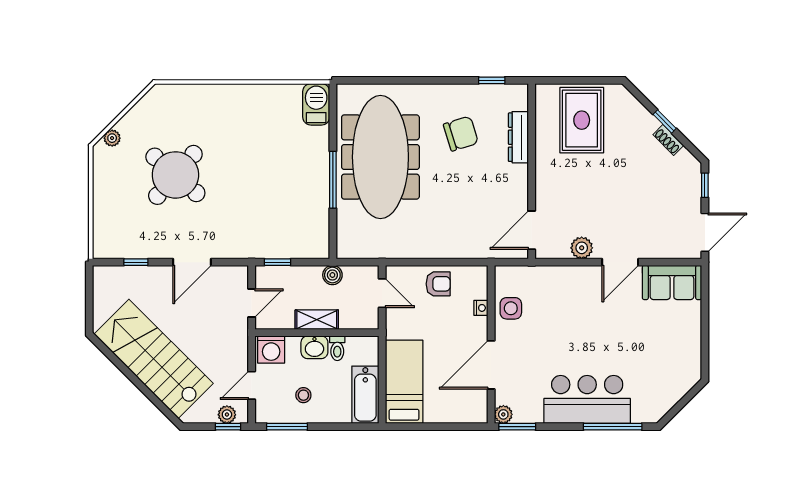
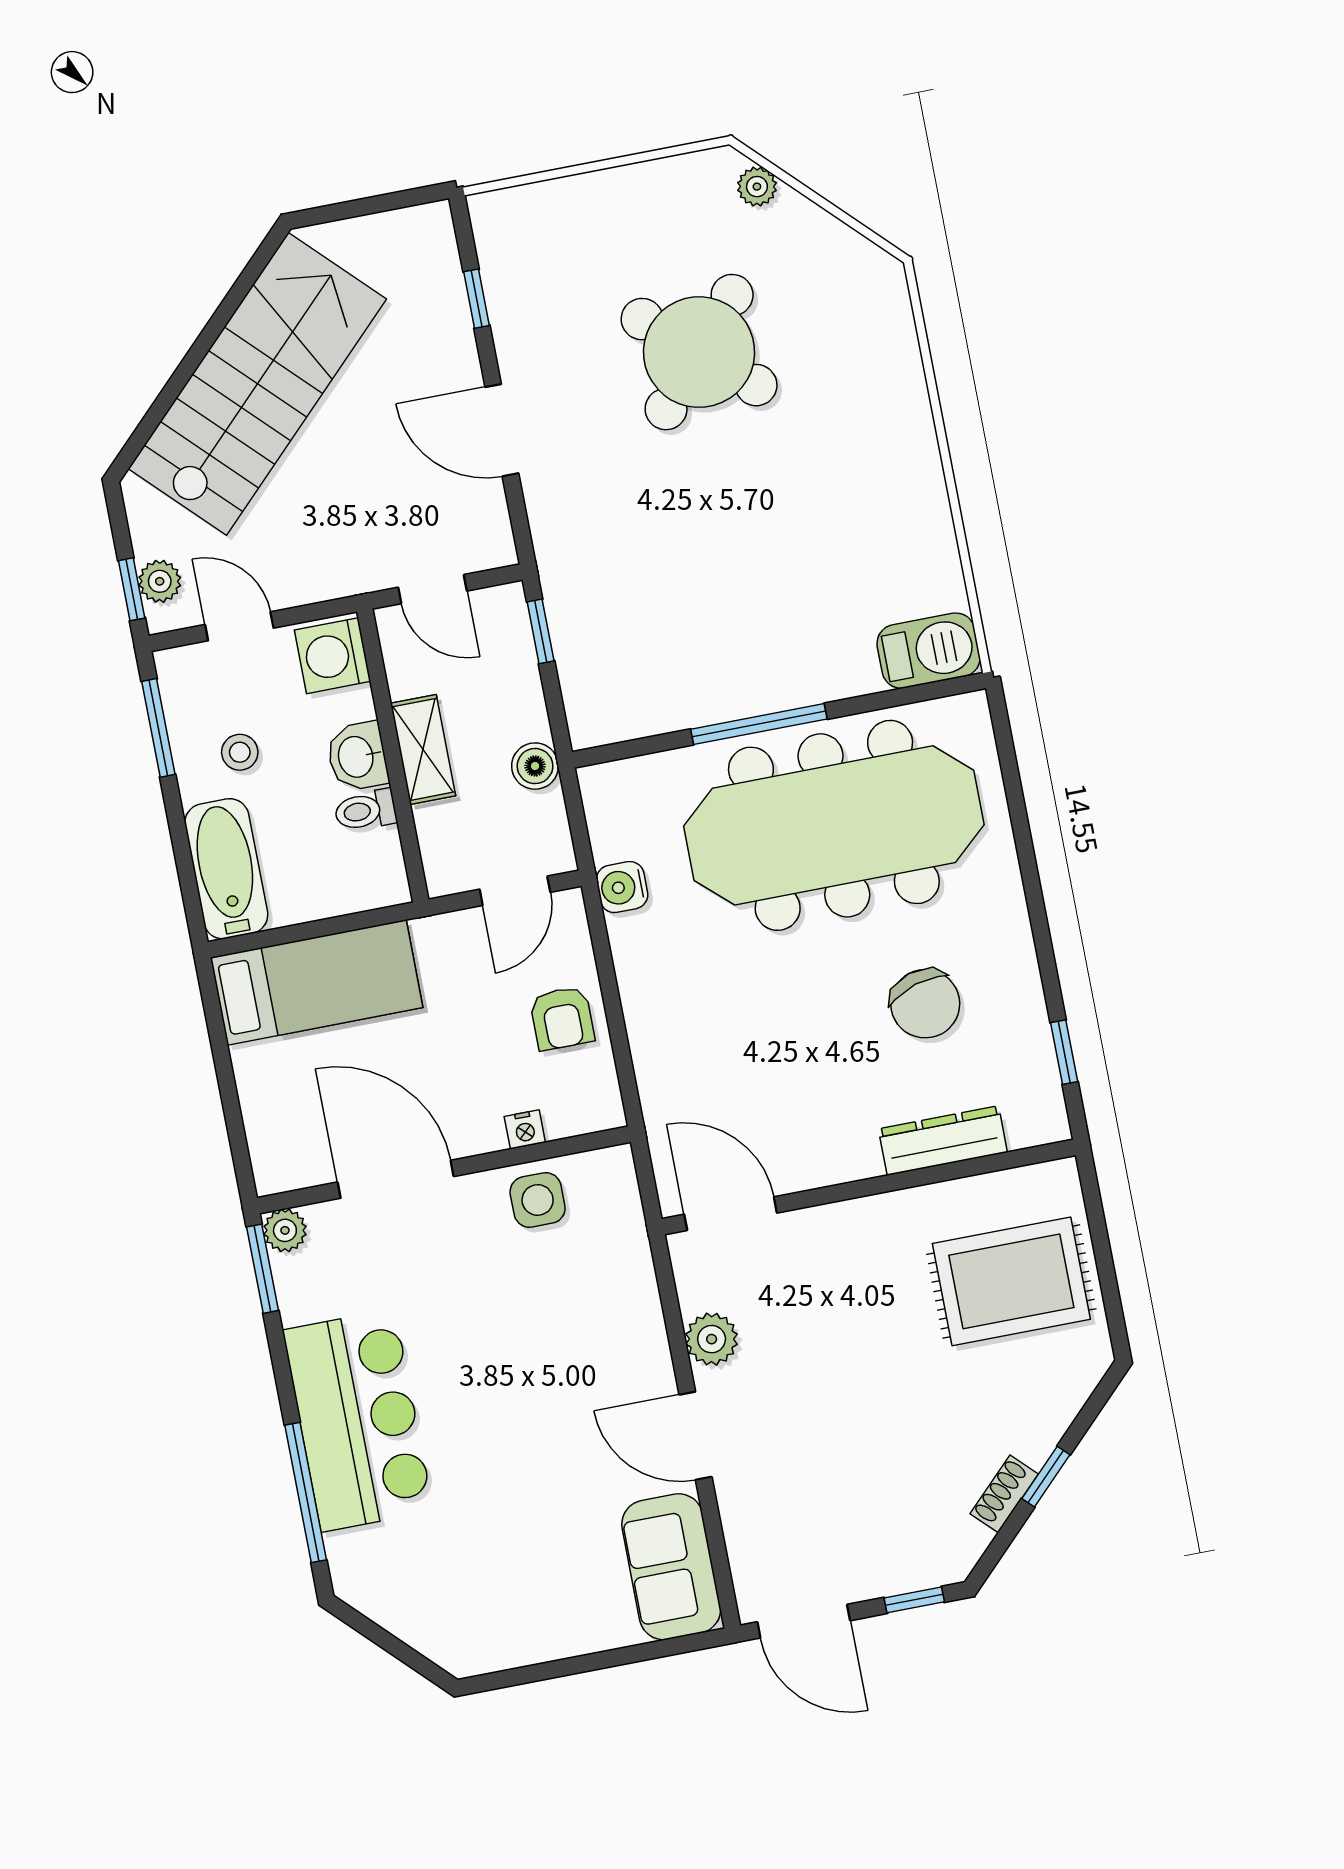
water cooler: (389, 249) -> (622, 887), added
bathtub: (365, 395) -> (226, 869), moved, turned 90

